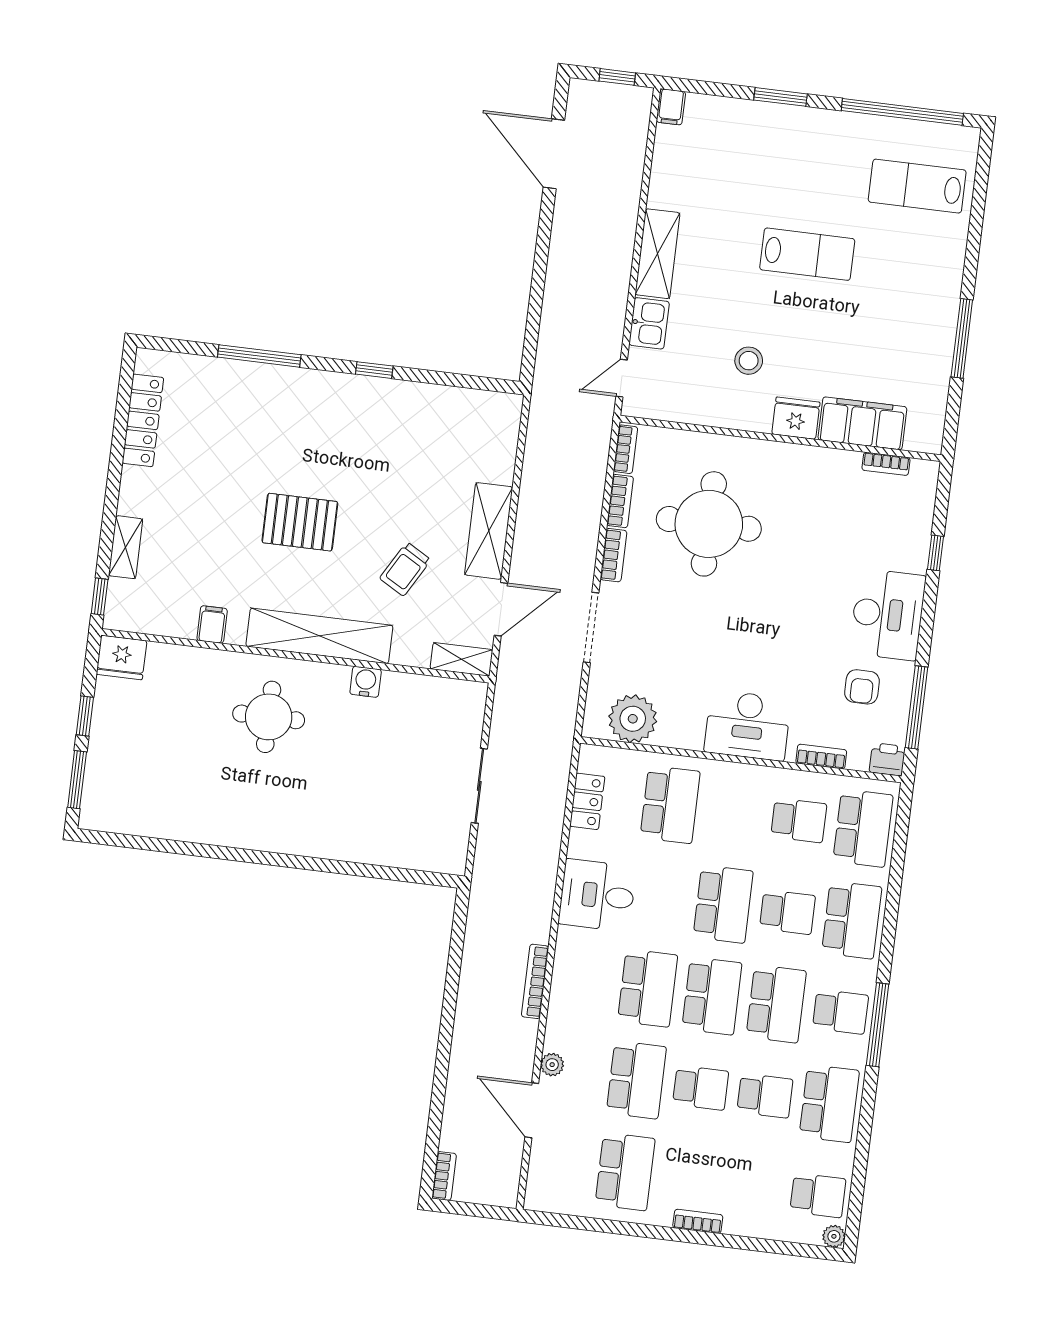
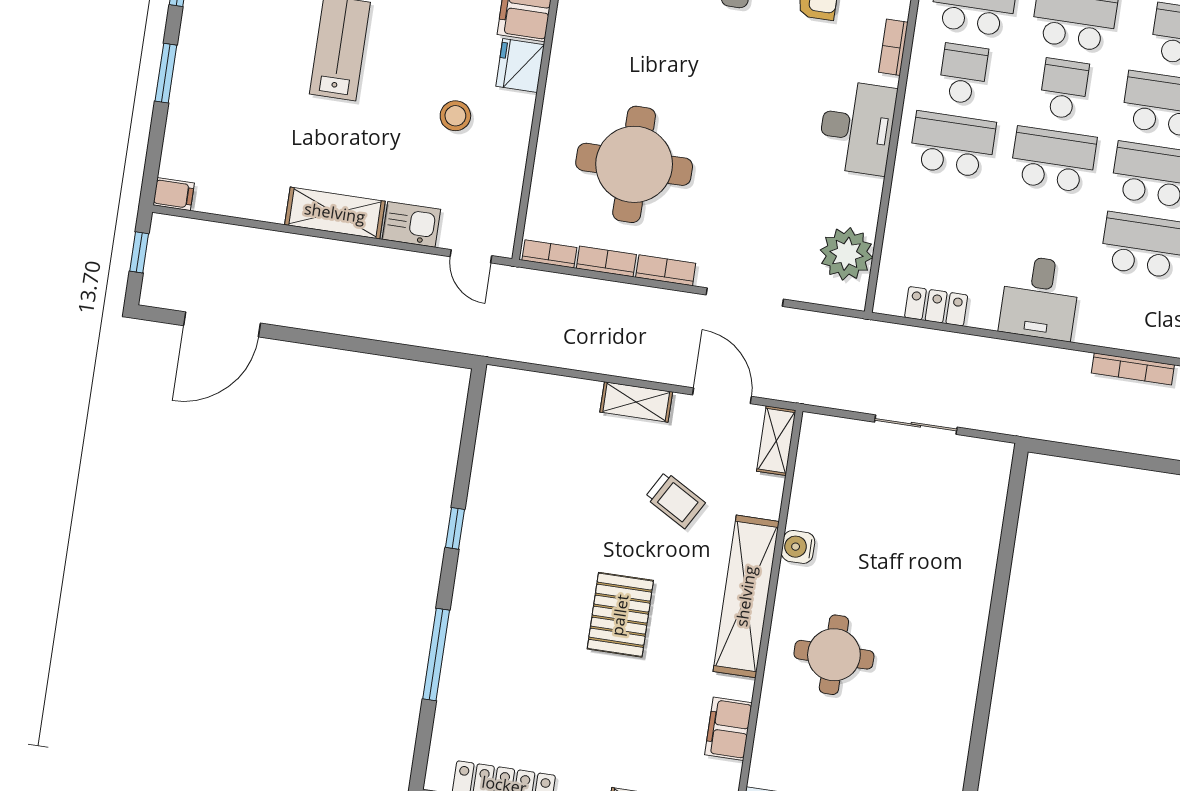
shelving: (489, 531) -> (636, 402), width x0.67, depth x0.75
filing cabinet: (212, 625) -> (728, 729), width x2.00
school desk: (670, 805) -> (953, 144), moved

